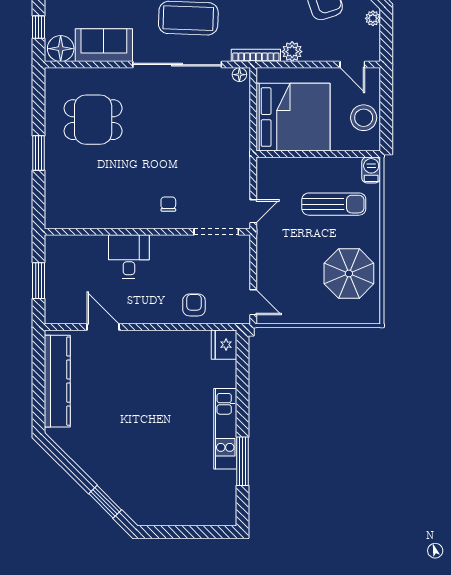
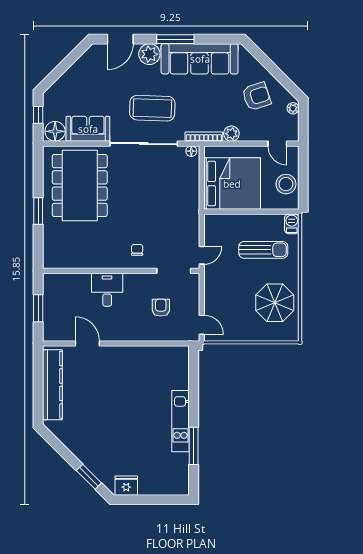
dining table: (93, 120) -> (80, 186), width x1.88, depth x1.24
armchair: (194, 305) -> (161, 308), moved
fridge: (224, 345) -> (126, 486), moved, turned 90

